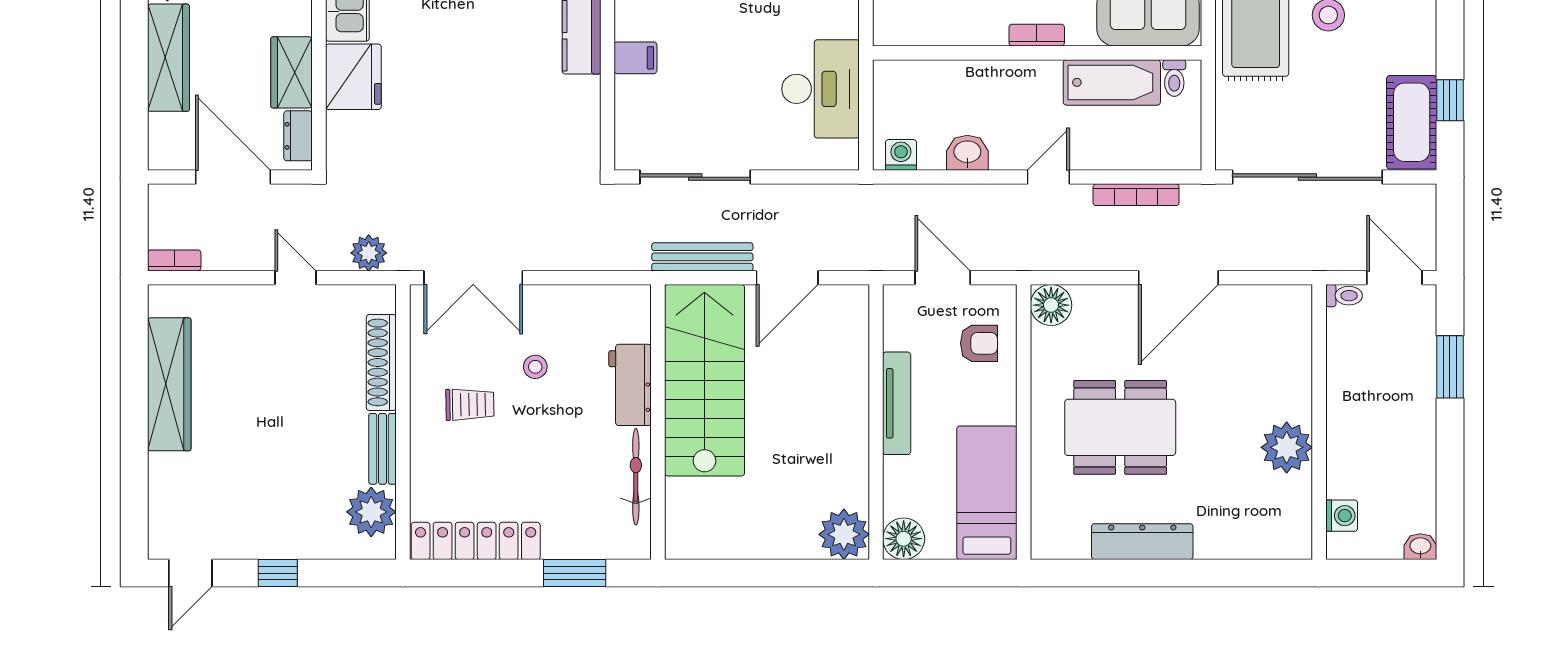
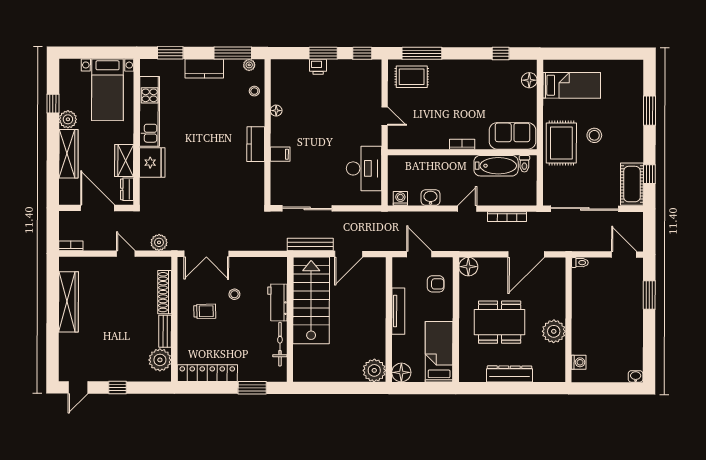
toilet: (1344, 296) -> (580, 263), moved
wall: (1319, 422) -> (568, 320), moved
plant: (1287, 447) -> (554, 331), moved
washing machine: (1342, 516) -> (579, 362), moved

